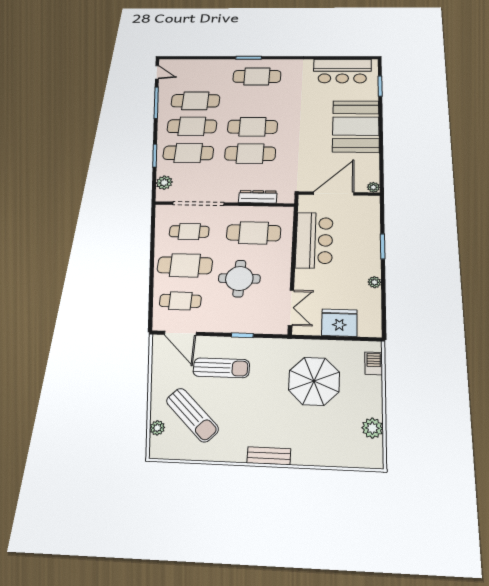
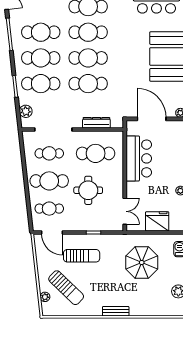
cafe table: (255, 101) -> (88, 32), added
door: (334, 194) -> (152, 119), hinge flipped

